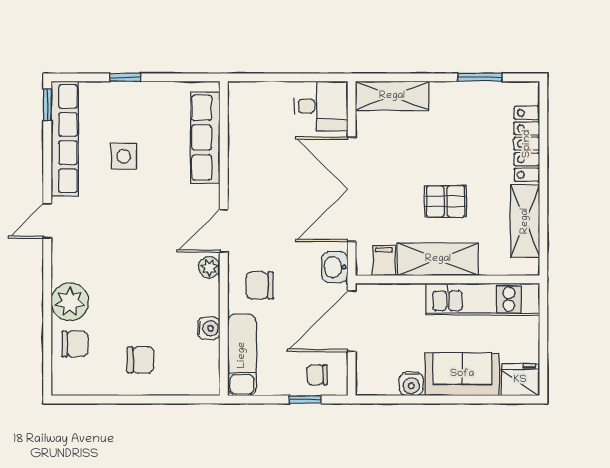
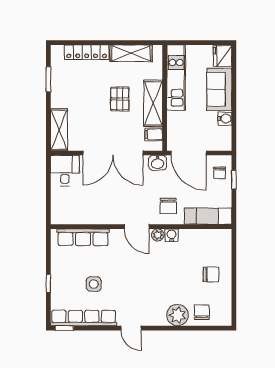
water cooler: (209, 328) -> (171, 235), moved
chair: (141, 360) -> (211, 274), turned 90

